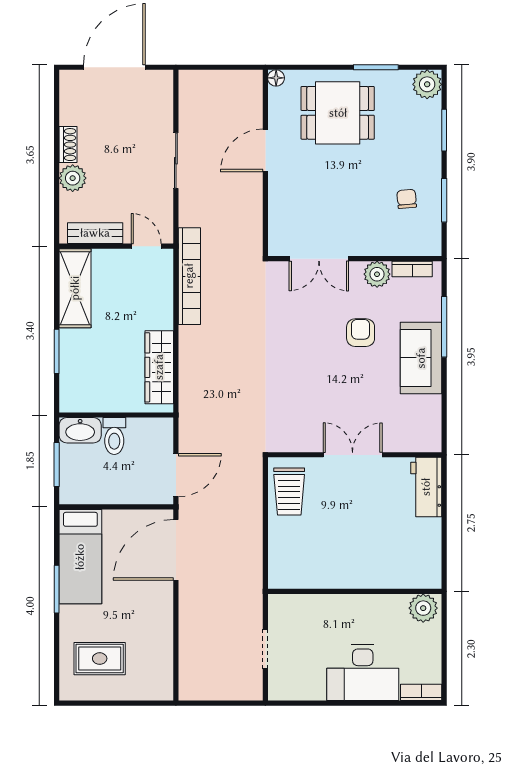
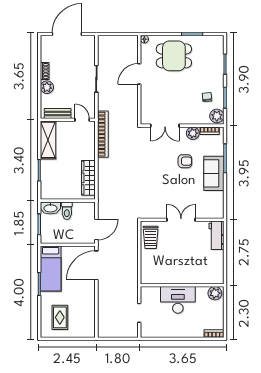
plant: (427, 84) -> (217, 116), moved
armchair: (361, 333) -> (185, 161), turned 90
rug: (100, 659) -> (60, 317), turned 90
desk: (363, 673) -> (178, 300), moved, turned 180

